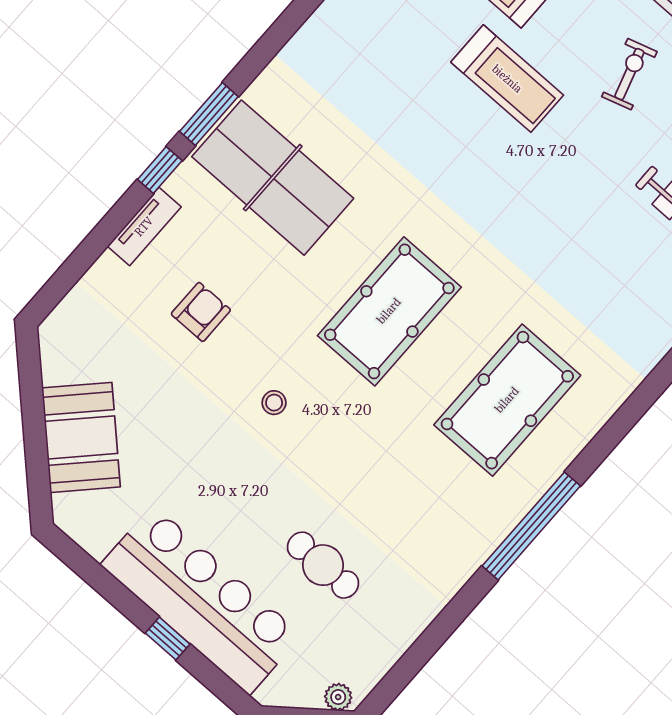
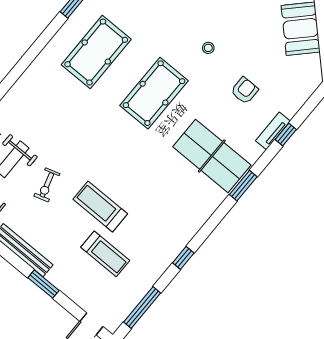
exercise bike: (629, 74) -> (47, 185), moved
window: (160, 170) -> (286, 134), moved
armchair: (201, 312) -> (245, 91), turned 180

